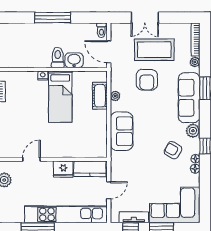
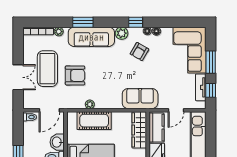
cot: (100, 96) -> (94, 121), width x1.37, depth x1.34
sofa: (122, 131) -> (140, 99), moved
wardrobe: (87, 150) -> (139, 130), added
door: (109, 190) -> (176, 110), swing flipped

